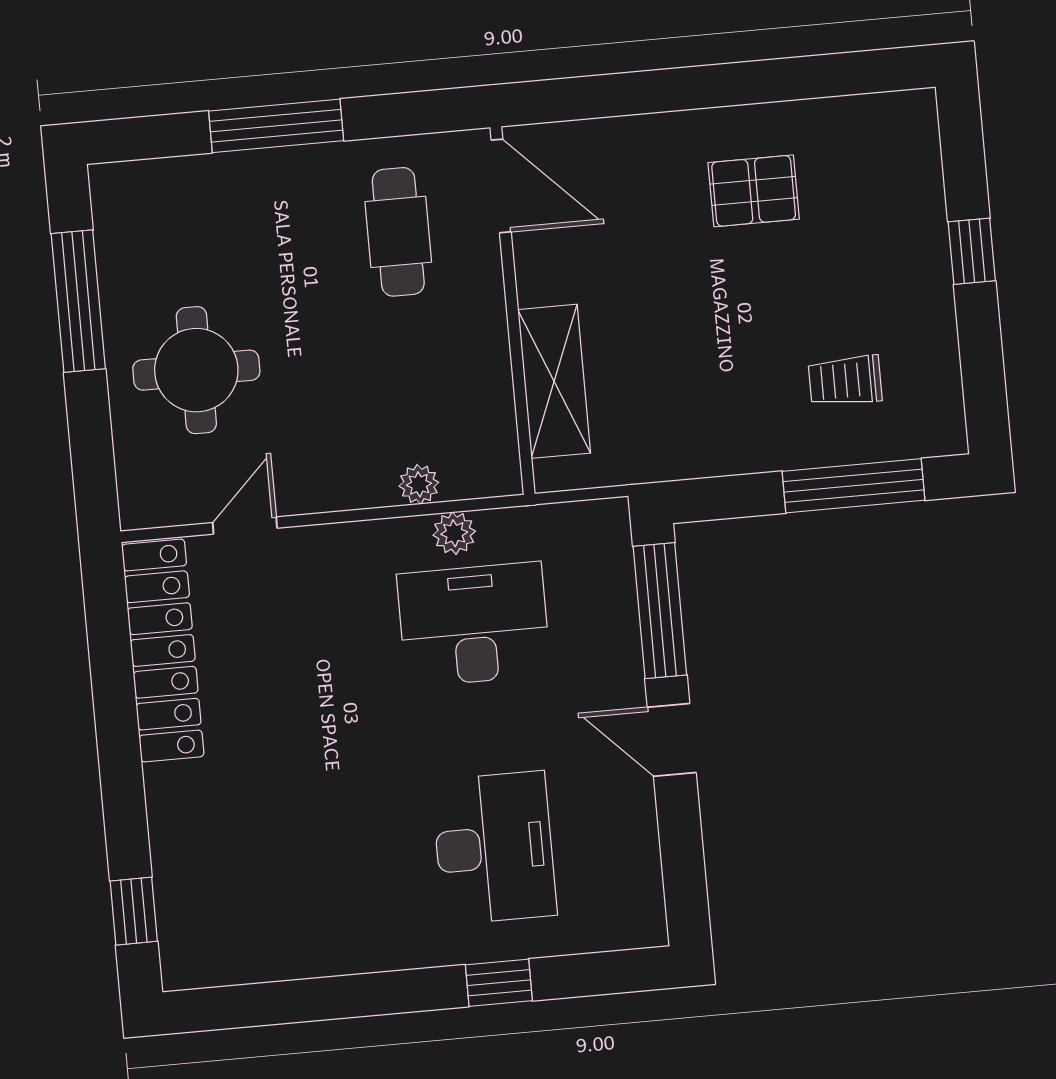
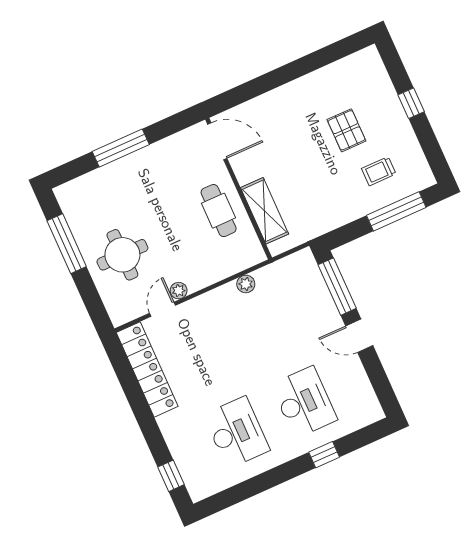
pallet: (754, 191) -> (346, 130), moved, turned 90
cafe table: (398, 232) -> (219, 211), moved
plant: (419, 484) -> (179, 291), moved
desk: (474, 624) -> (237, 432), moved, turned 90

